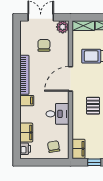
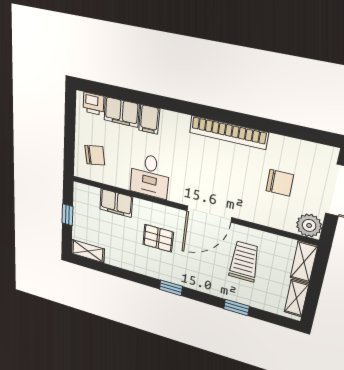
door: (71, 79) -> (209, 214), swing flipped
filing cabinet: (27, 101) -> (149, 119), moved
filing cabinet: (79, 149) -> (116, 203), moved

